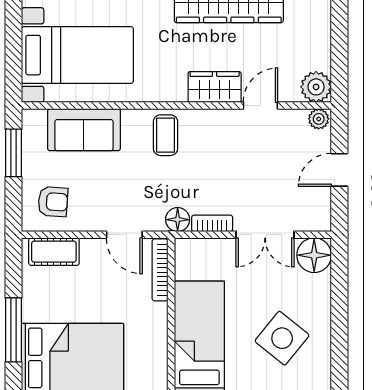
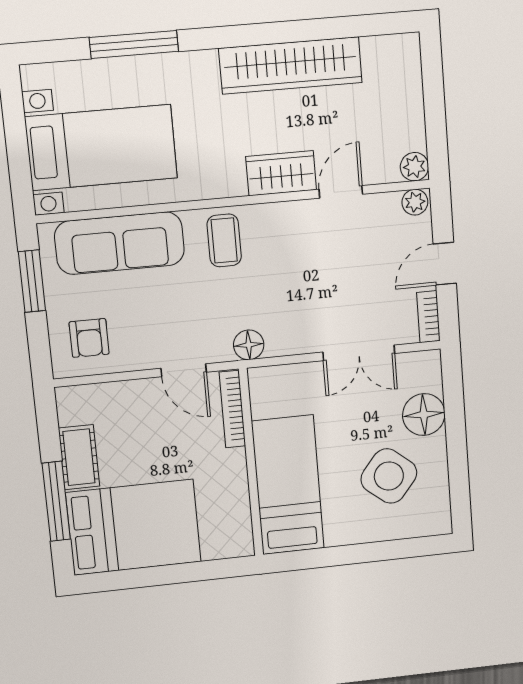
plant: (316, 87) -> (414, 167), width x0.73, depth x0.73
sofa: (84, 130) -> (120, 243), width x1.36
armchair: (53, 202) -> (89, 338), turned 86
bookcase: (212, 223) -> (428, 317), moved, turned -90
cot: (54, 252) -> (79, 457), moved, turned 90
floor lamp: (314, 255) -> (424, 415), moved

